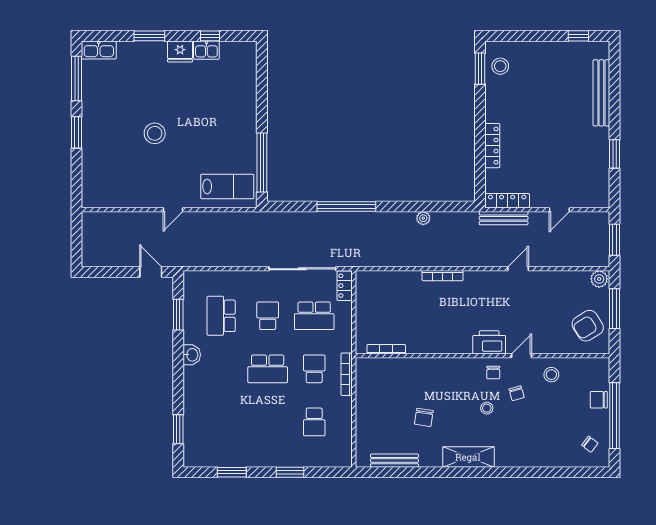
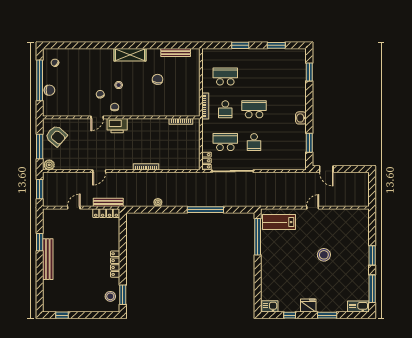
kitchen sink: (206, 50) -> (270, 306), moved
bench: (601, 93) -> (48, 259), moved
locker: (492, 146) -> (115, 264), moved
school desk: (221, 316) -> (283, 142), removed
armchair: (588, 326) -> (56, 136), turned 73
stool: (551, 375) -> (79, 106), removed
school desk: (314, 422) -> (225, 77), width x1.85

